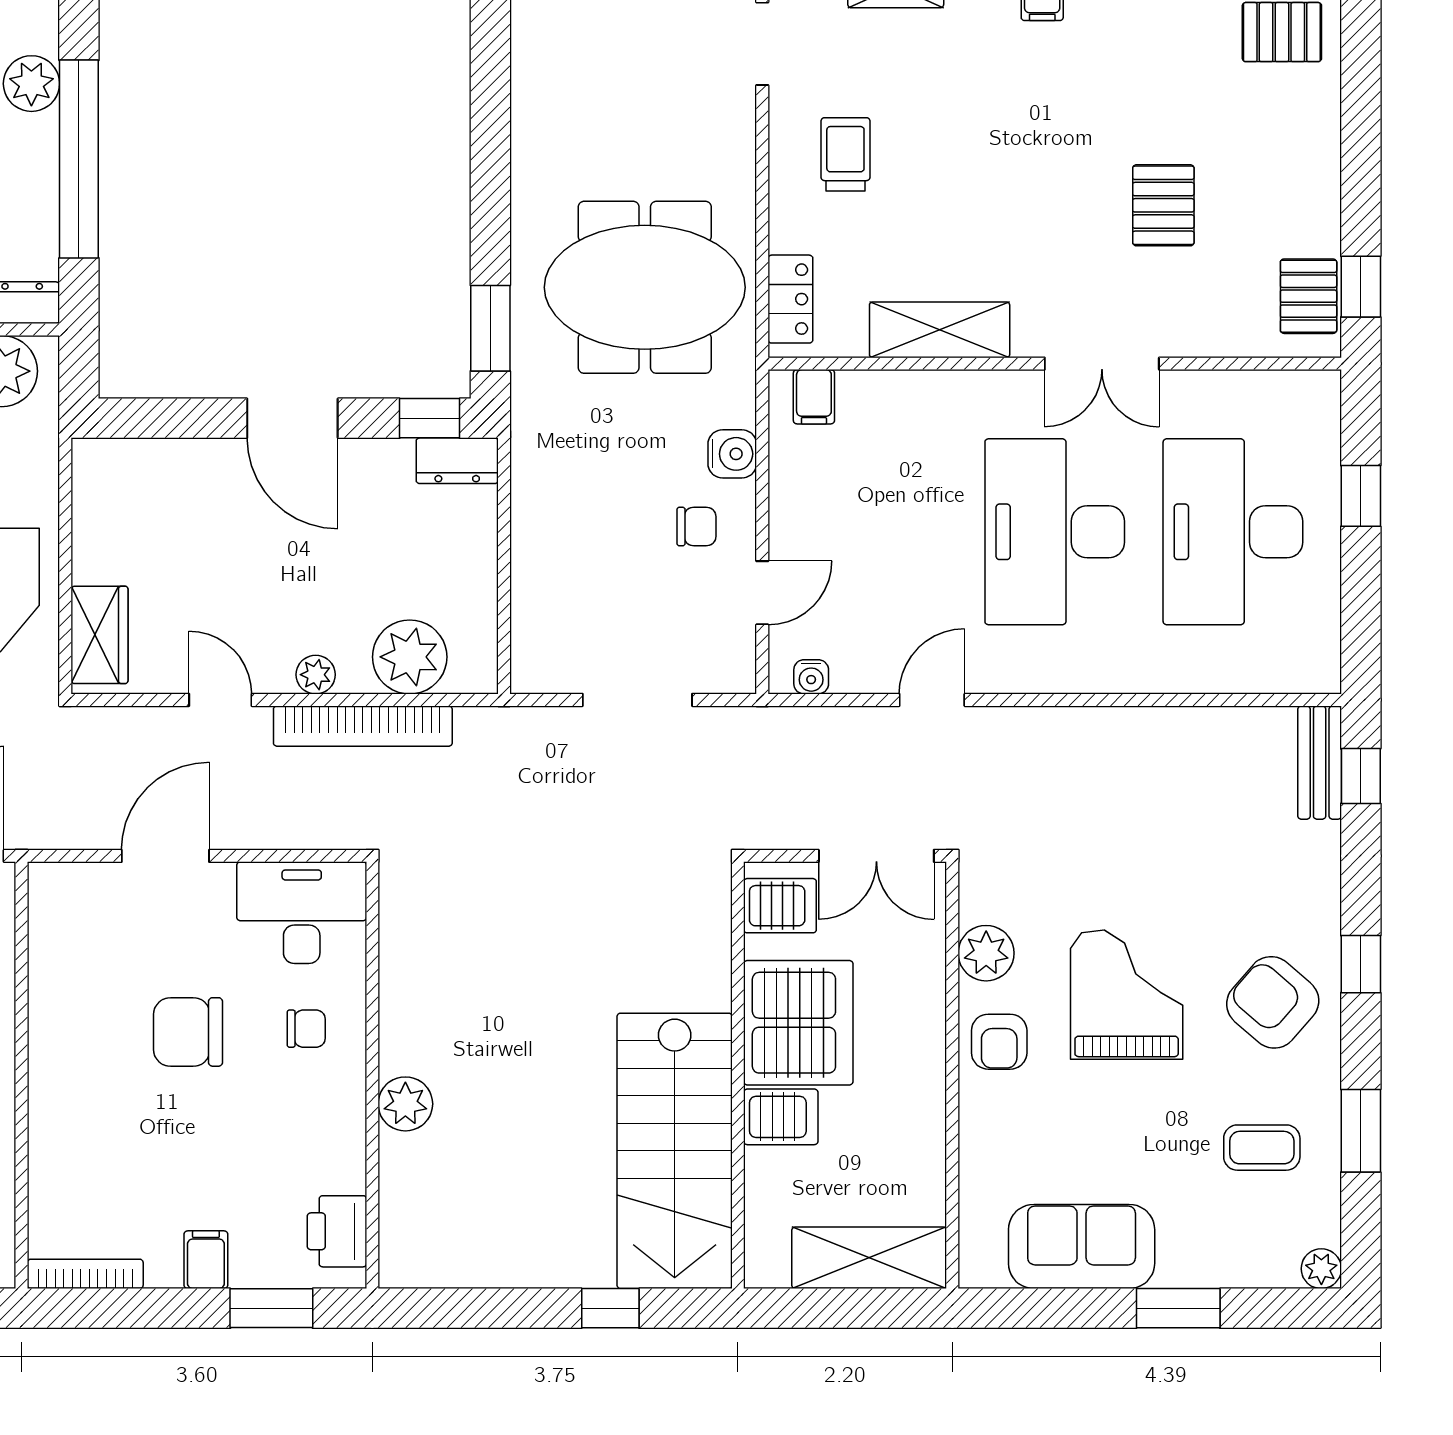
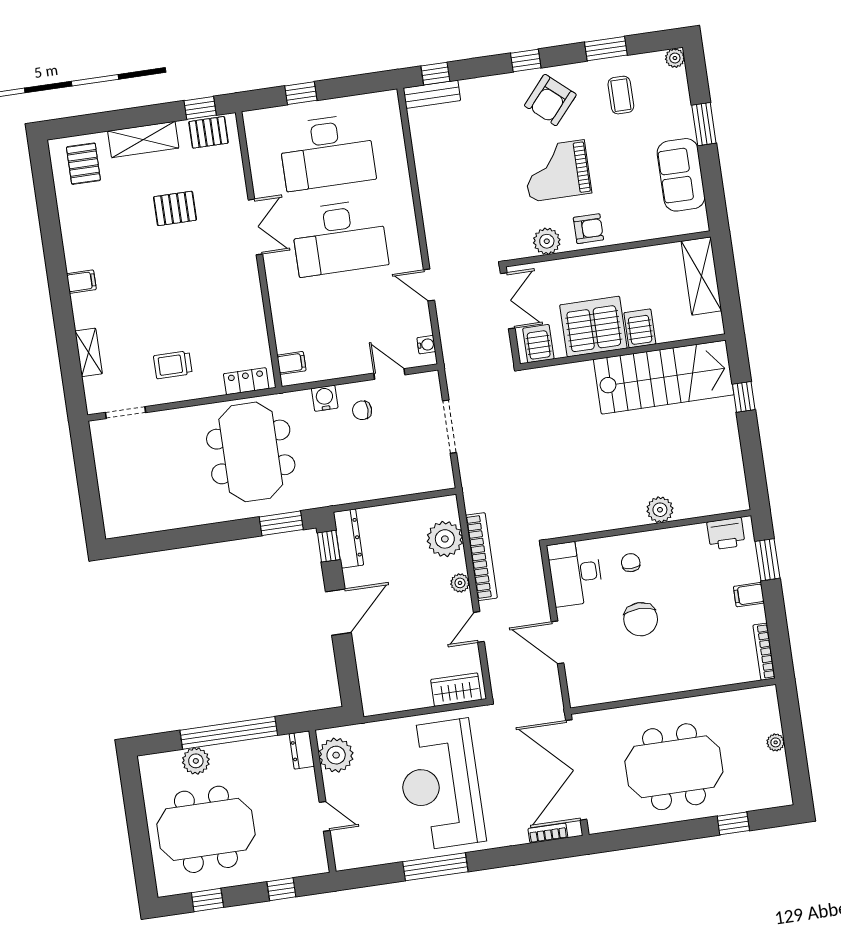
shelving: (940, 330) -> (143, 140), moved, turned 90
dresser: (457, 461) -> (348, 539), width x1.44
chair: (696, 527) -> (362, 410), turned -90

